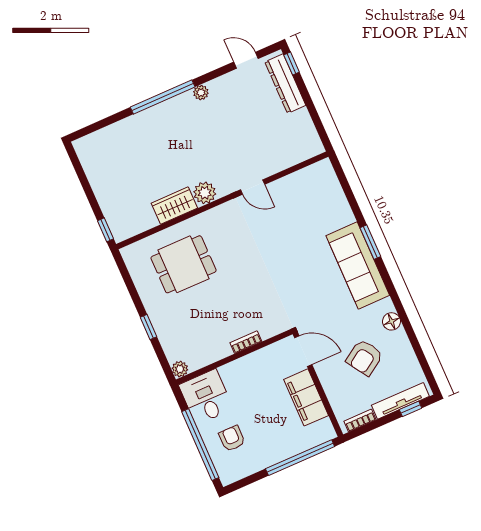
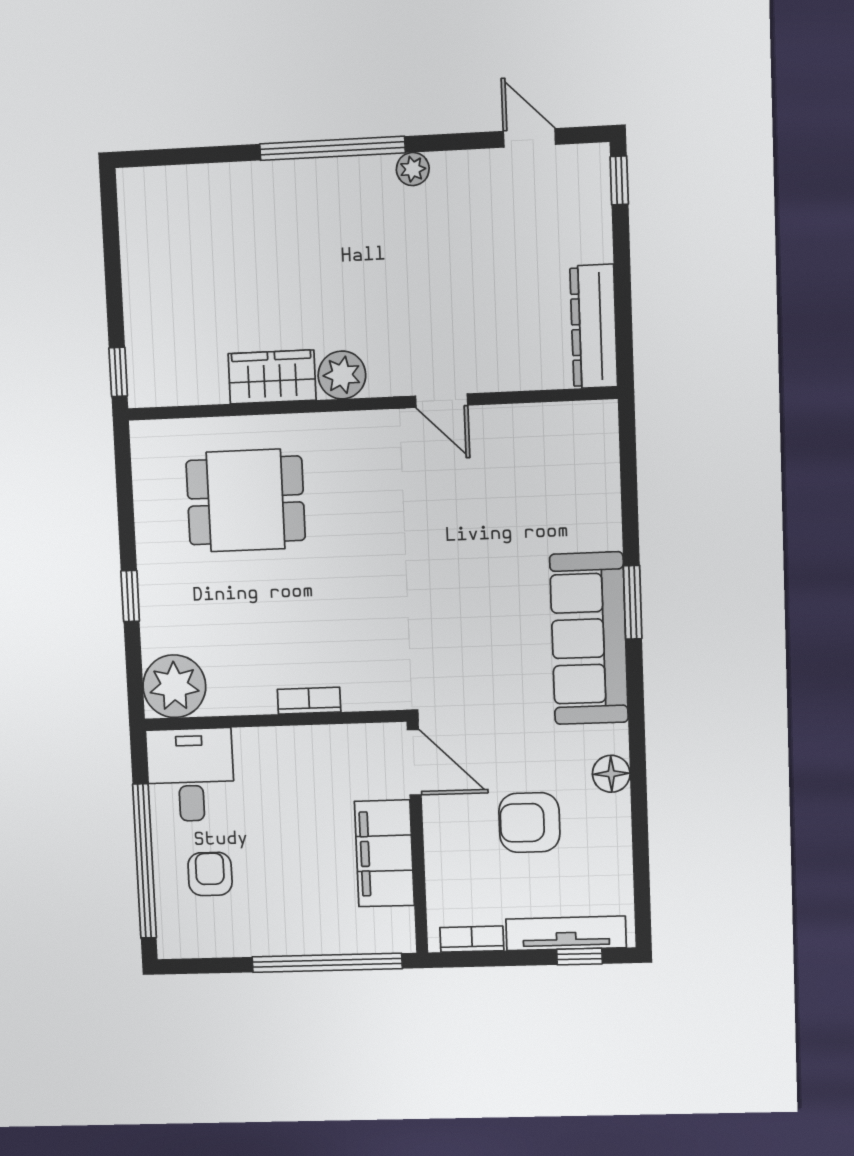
dresser: (285, 84) -> (594, 326), moved
armchair: (364, 358) -> (529, 822), turned 33
plant: (180, 369) -> (174, 686), width x1.88, depth x1.88

